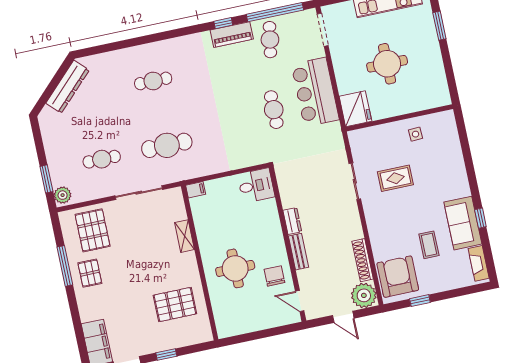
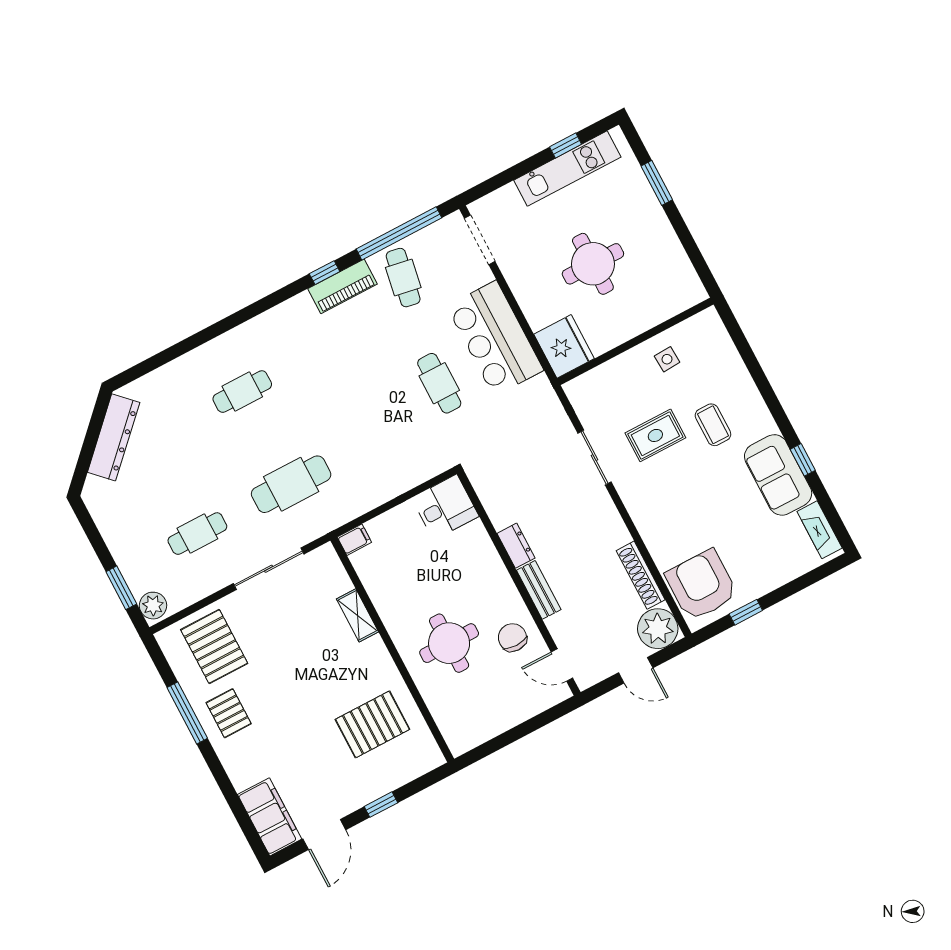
coffee table: (429, 245) -> (713, 425), moved

